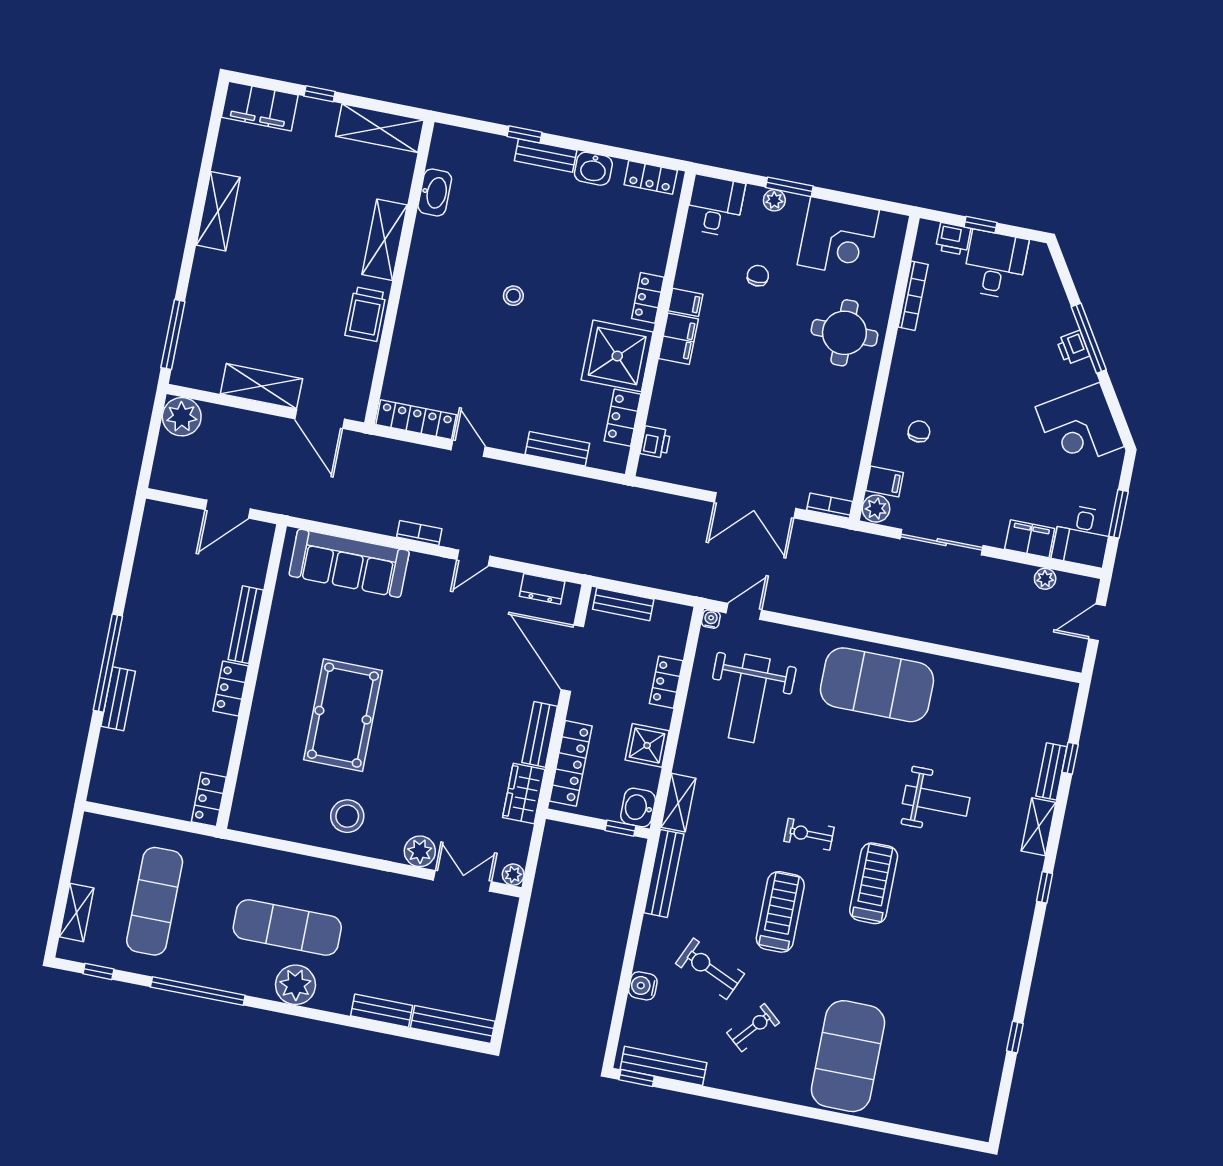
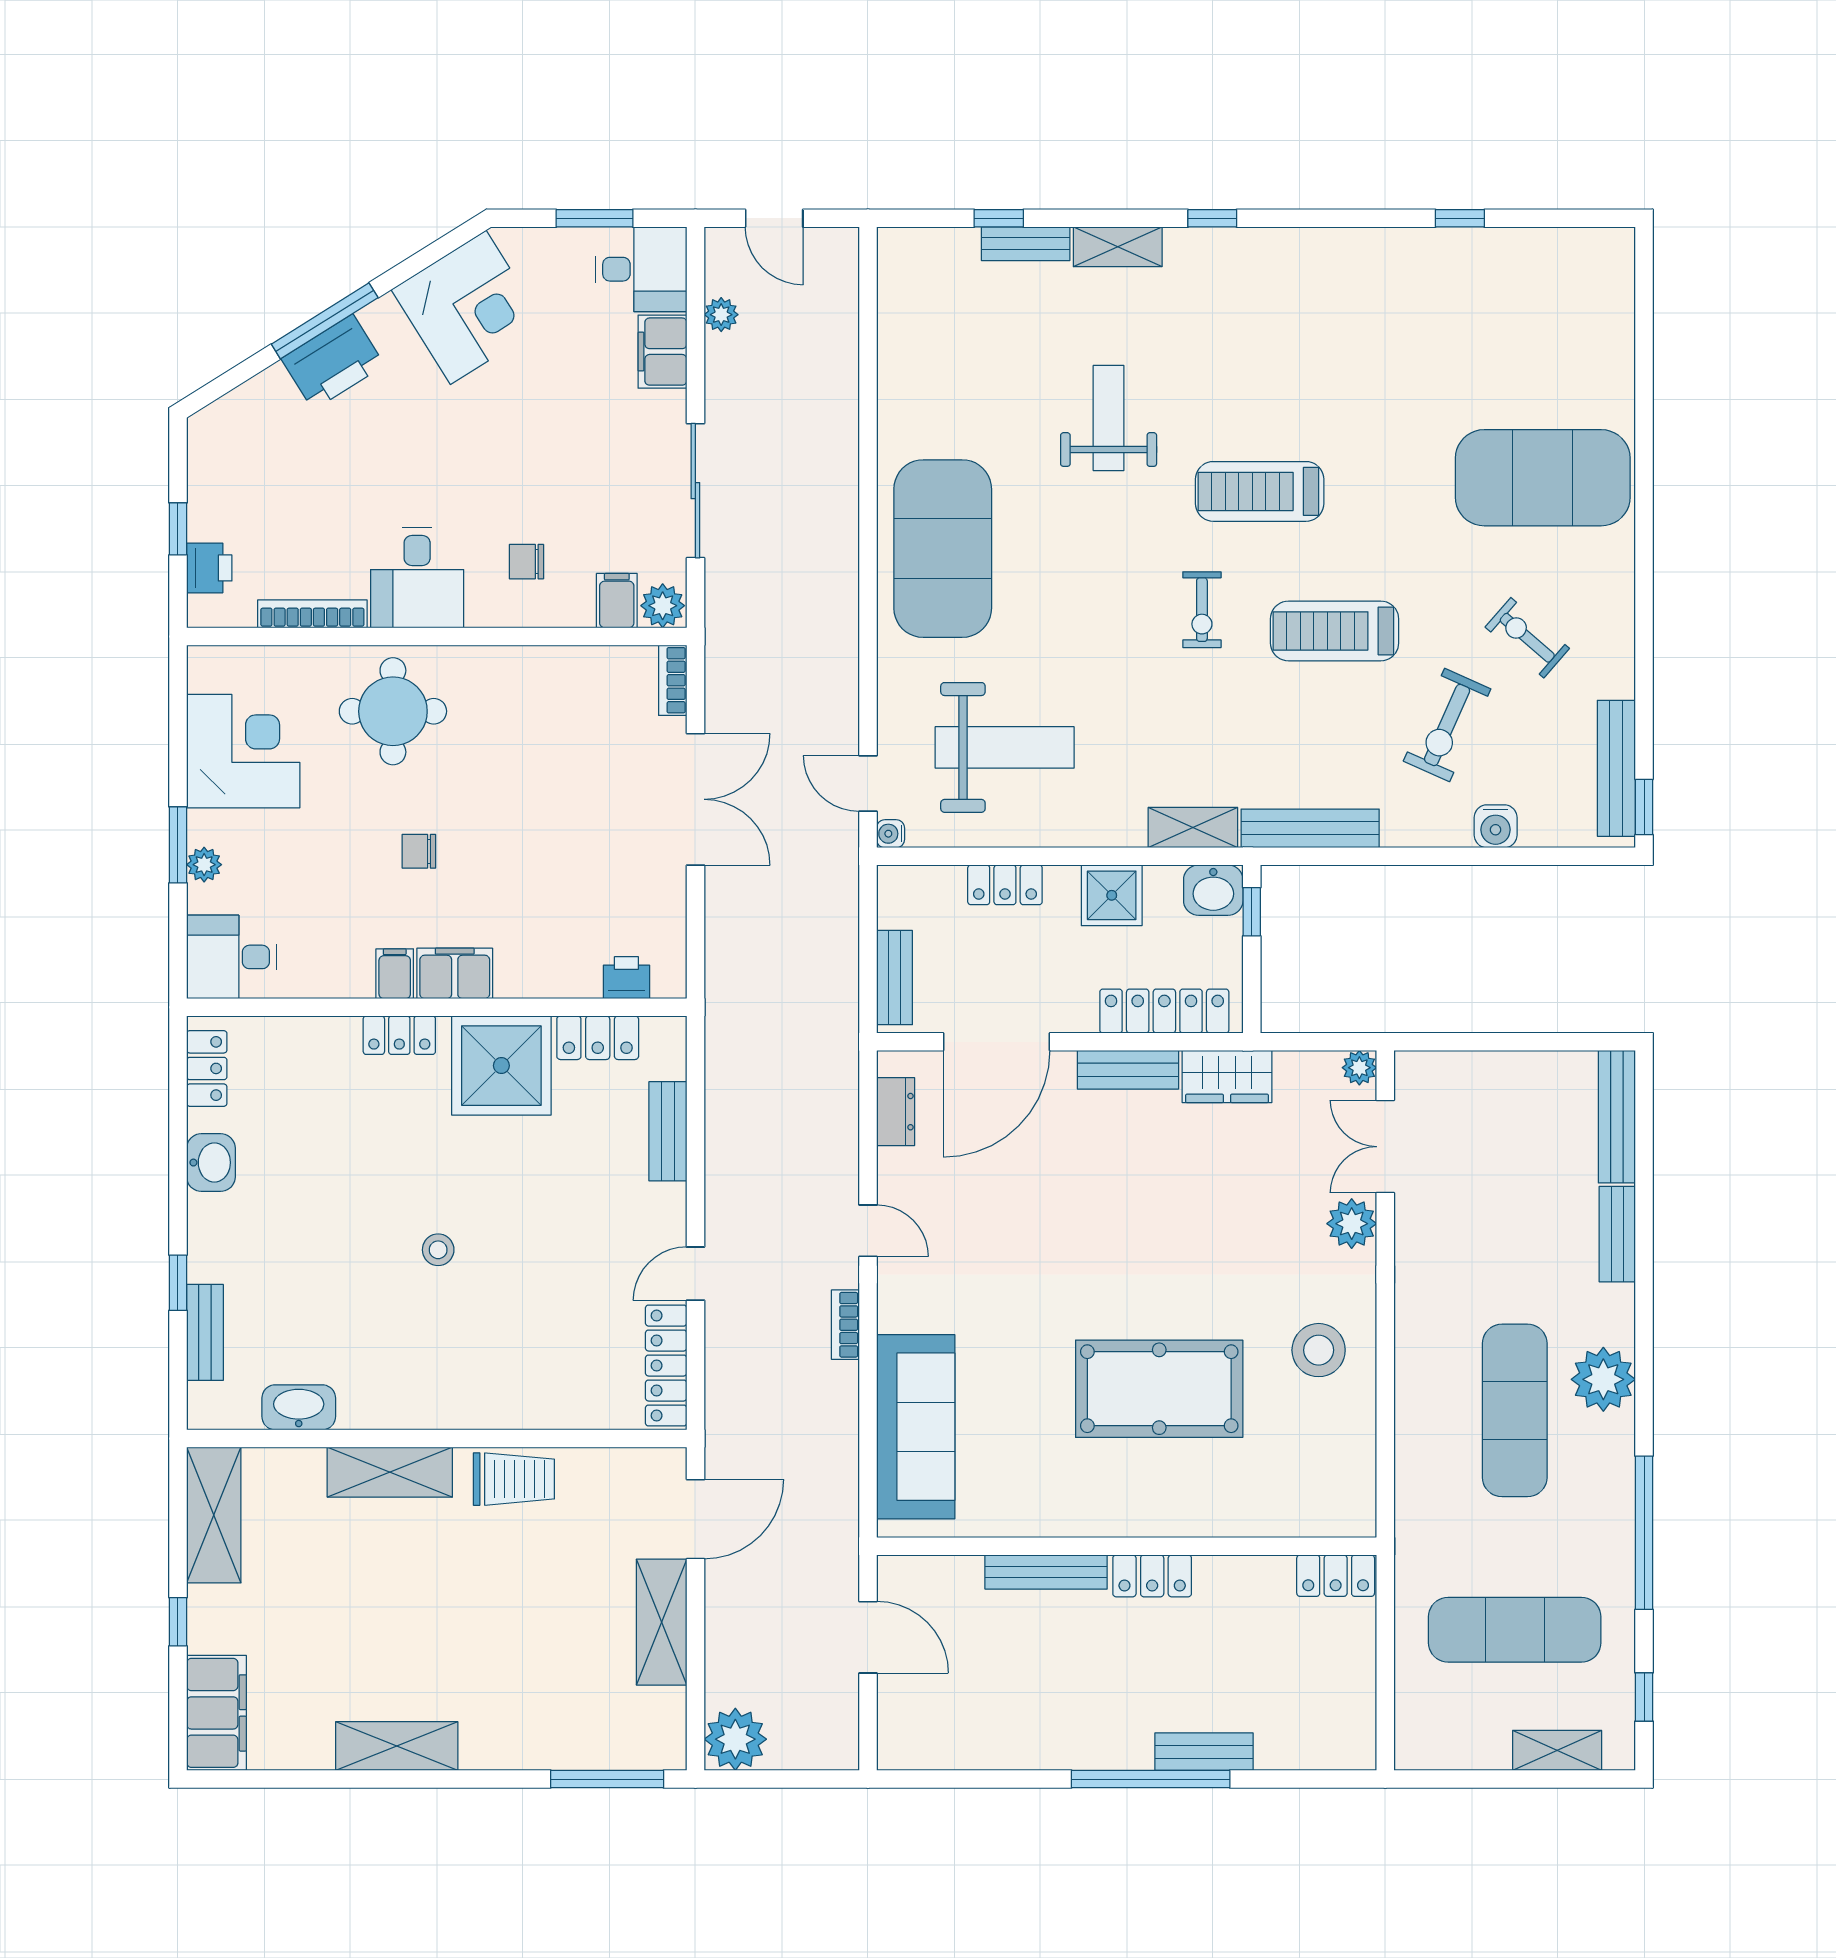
bench: (546, 155) -> (205, 1332), moved
desk: (995, 265) -> (417, 578), moved, turned -90
chair: (758, 276) -> (419, 851), moved
printer: (1073, 348) -> (333, 362), width x1.87, depth x1.48

